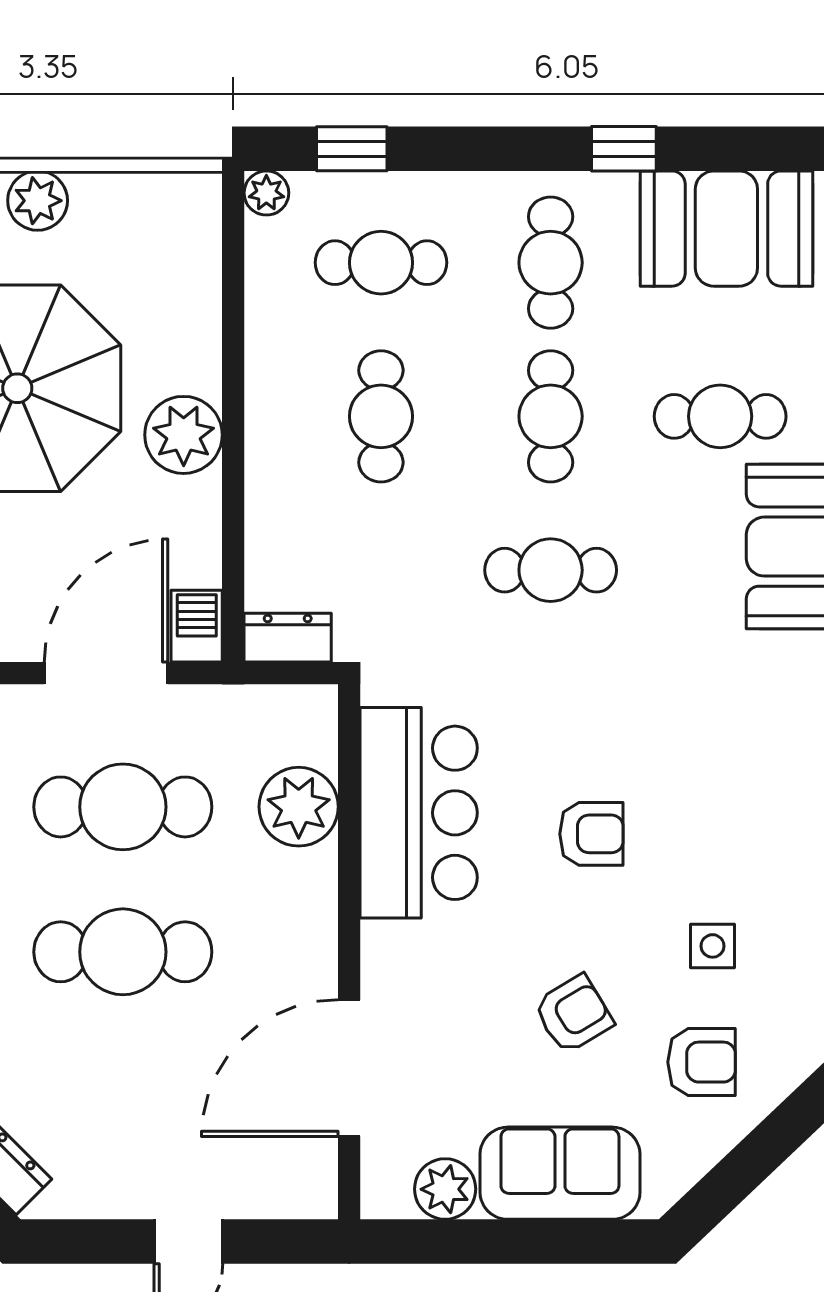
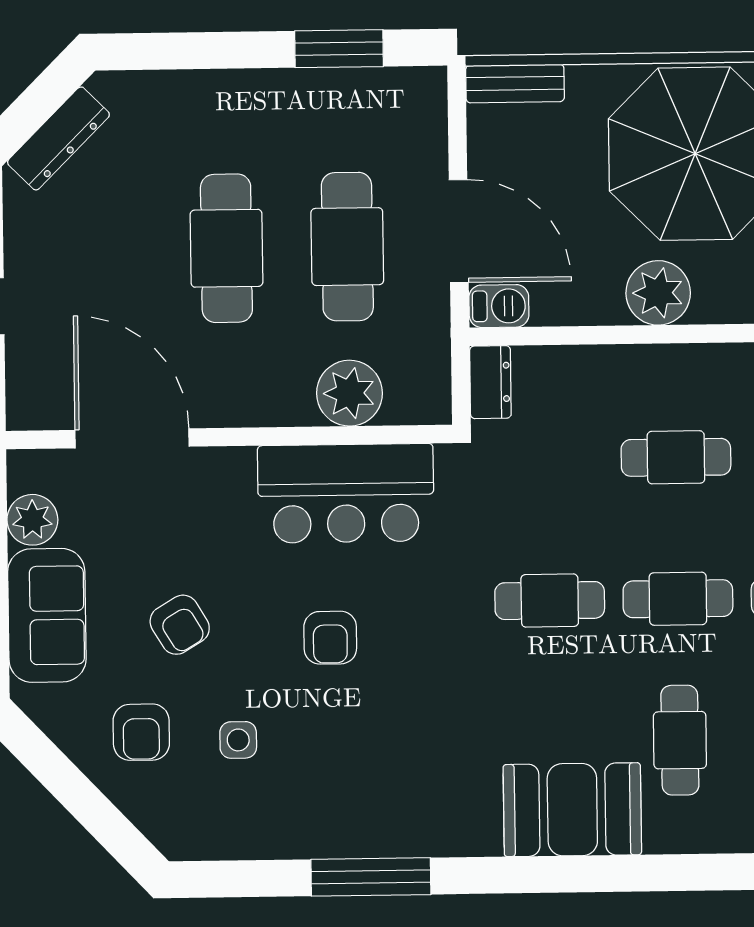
cafe table: (551, 570) -> (550, 601), turned 90

